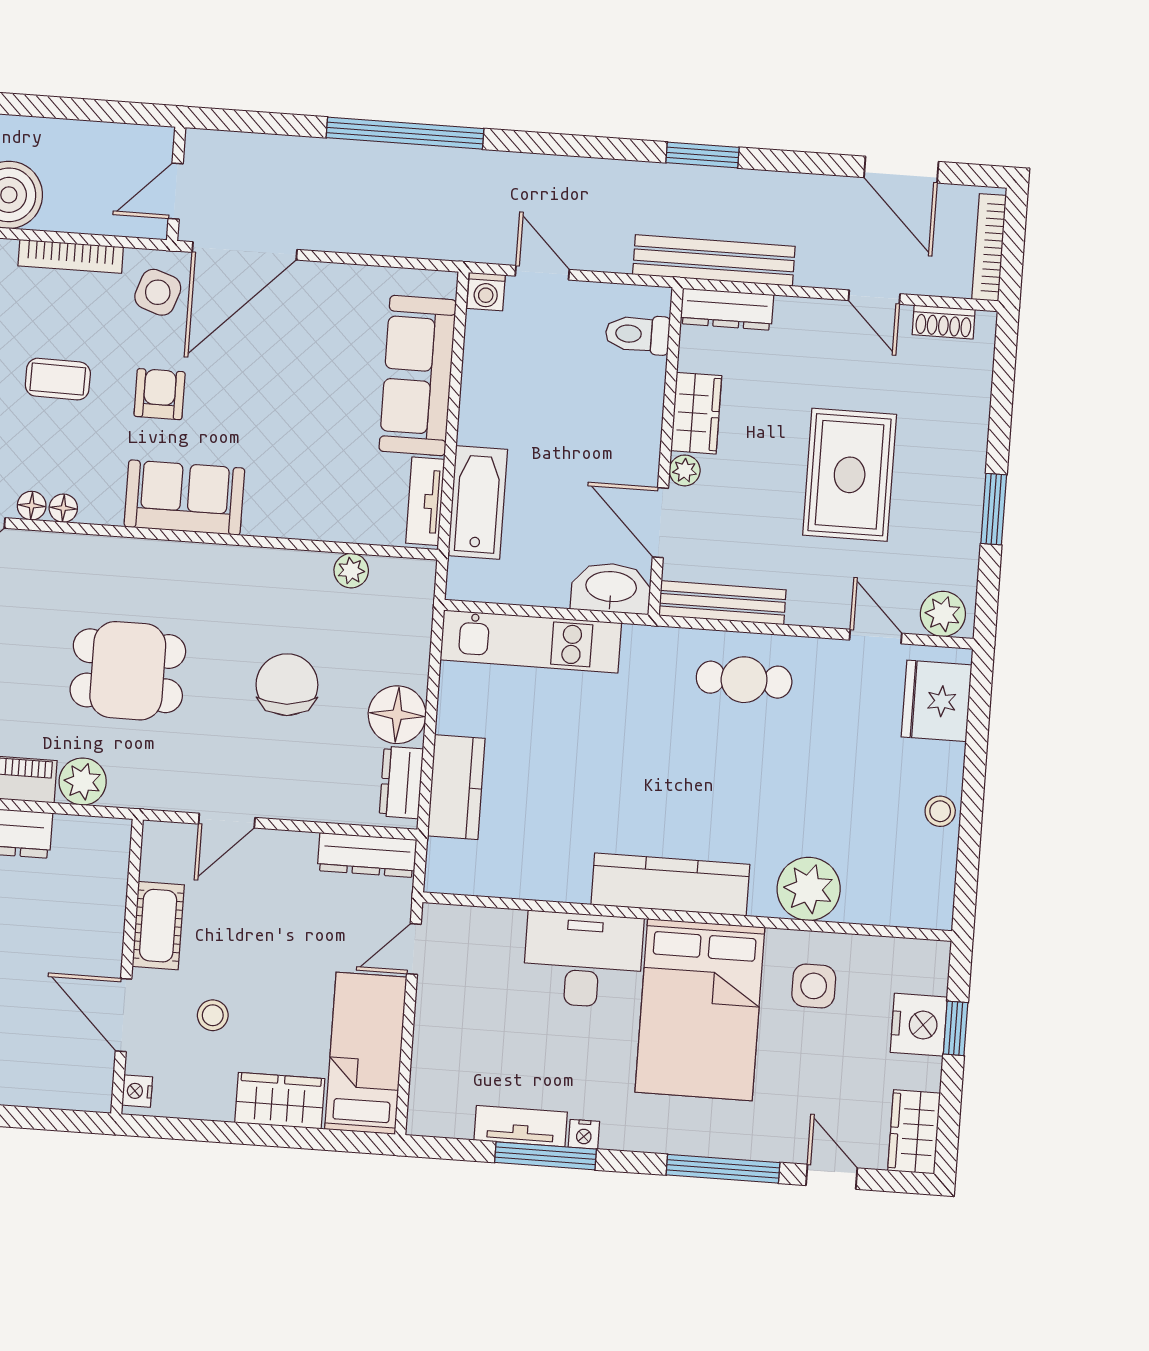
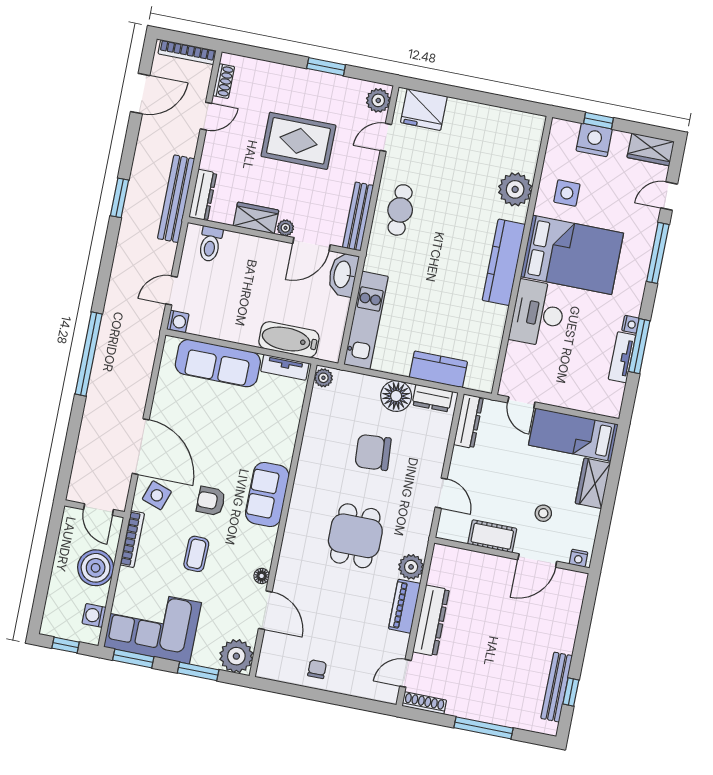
wall: (176, 184) -> (95, 509), moved
door: (176, 191) -> (98, 509), moved
floor lamp: (63, 508) -> (265, 559), removed
plant: (351, 571) -> (323, 378), moved
stool: (940, 811) -> (483, 115), removed

